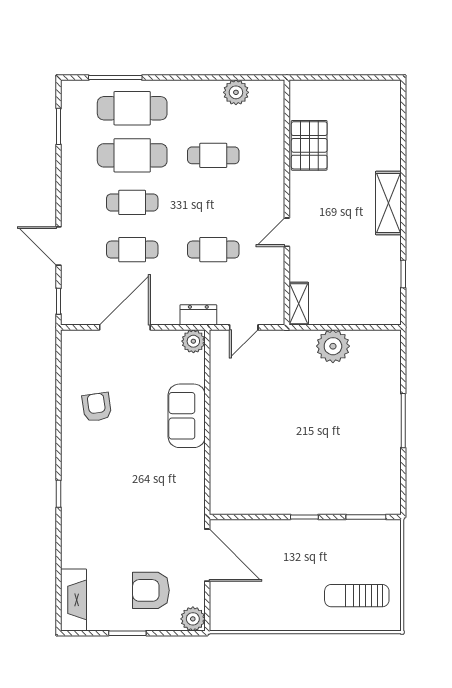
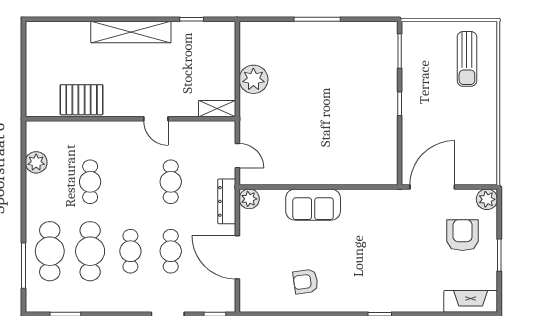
shelving: (388, 203) -> (131, 32), width x1.47
dresser: (198, 315) -> (227, 201), width x1.44
armchair: (151, 590) -> (463, 235), turned 180

